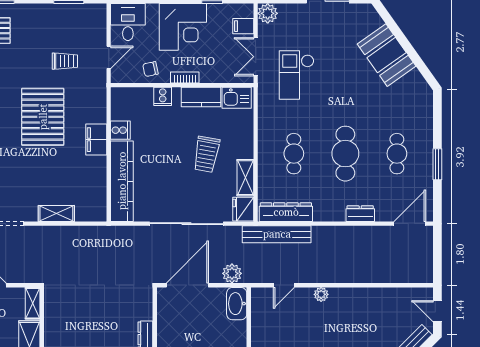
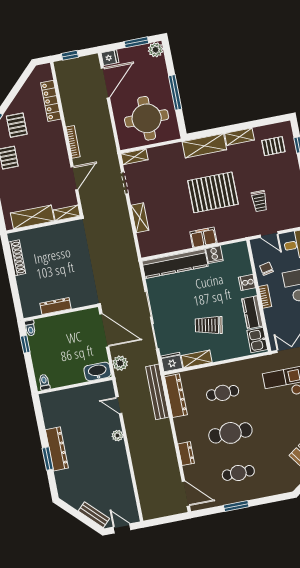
door: (437, 311) -> (122, 528), hinge flipped

